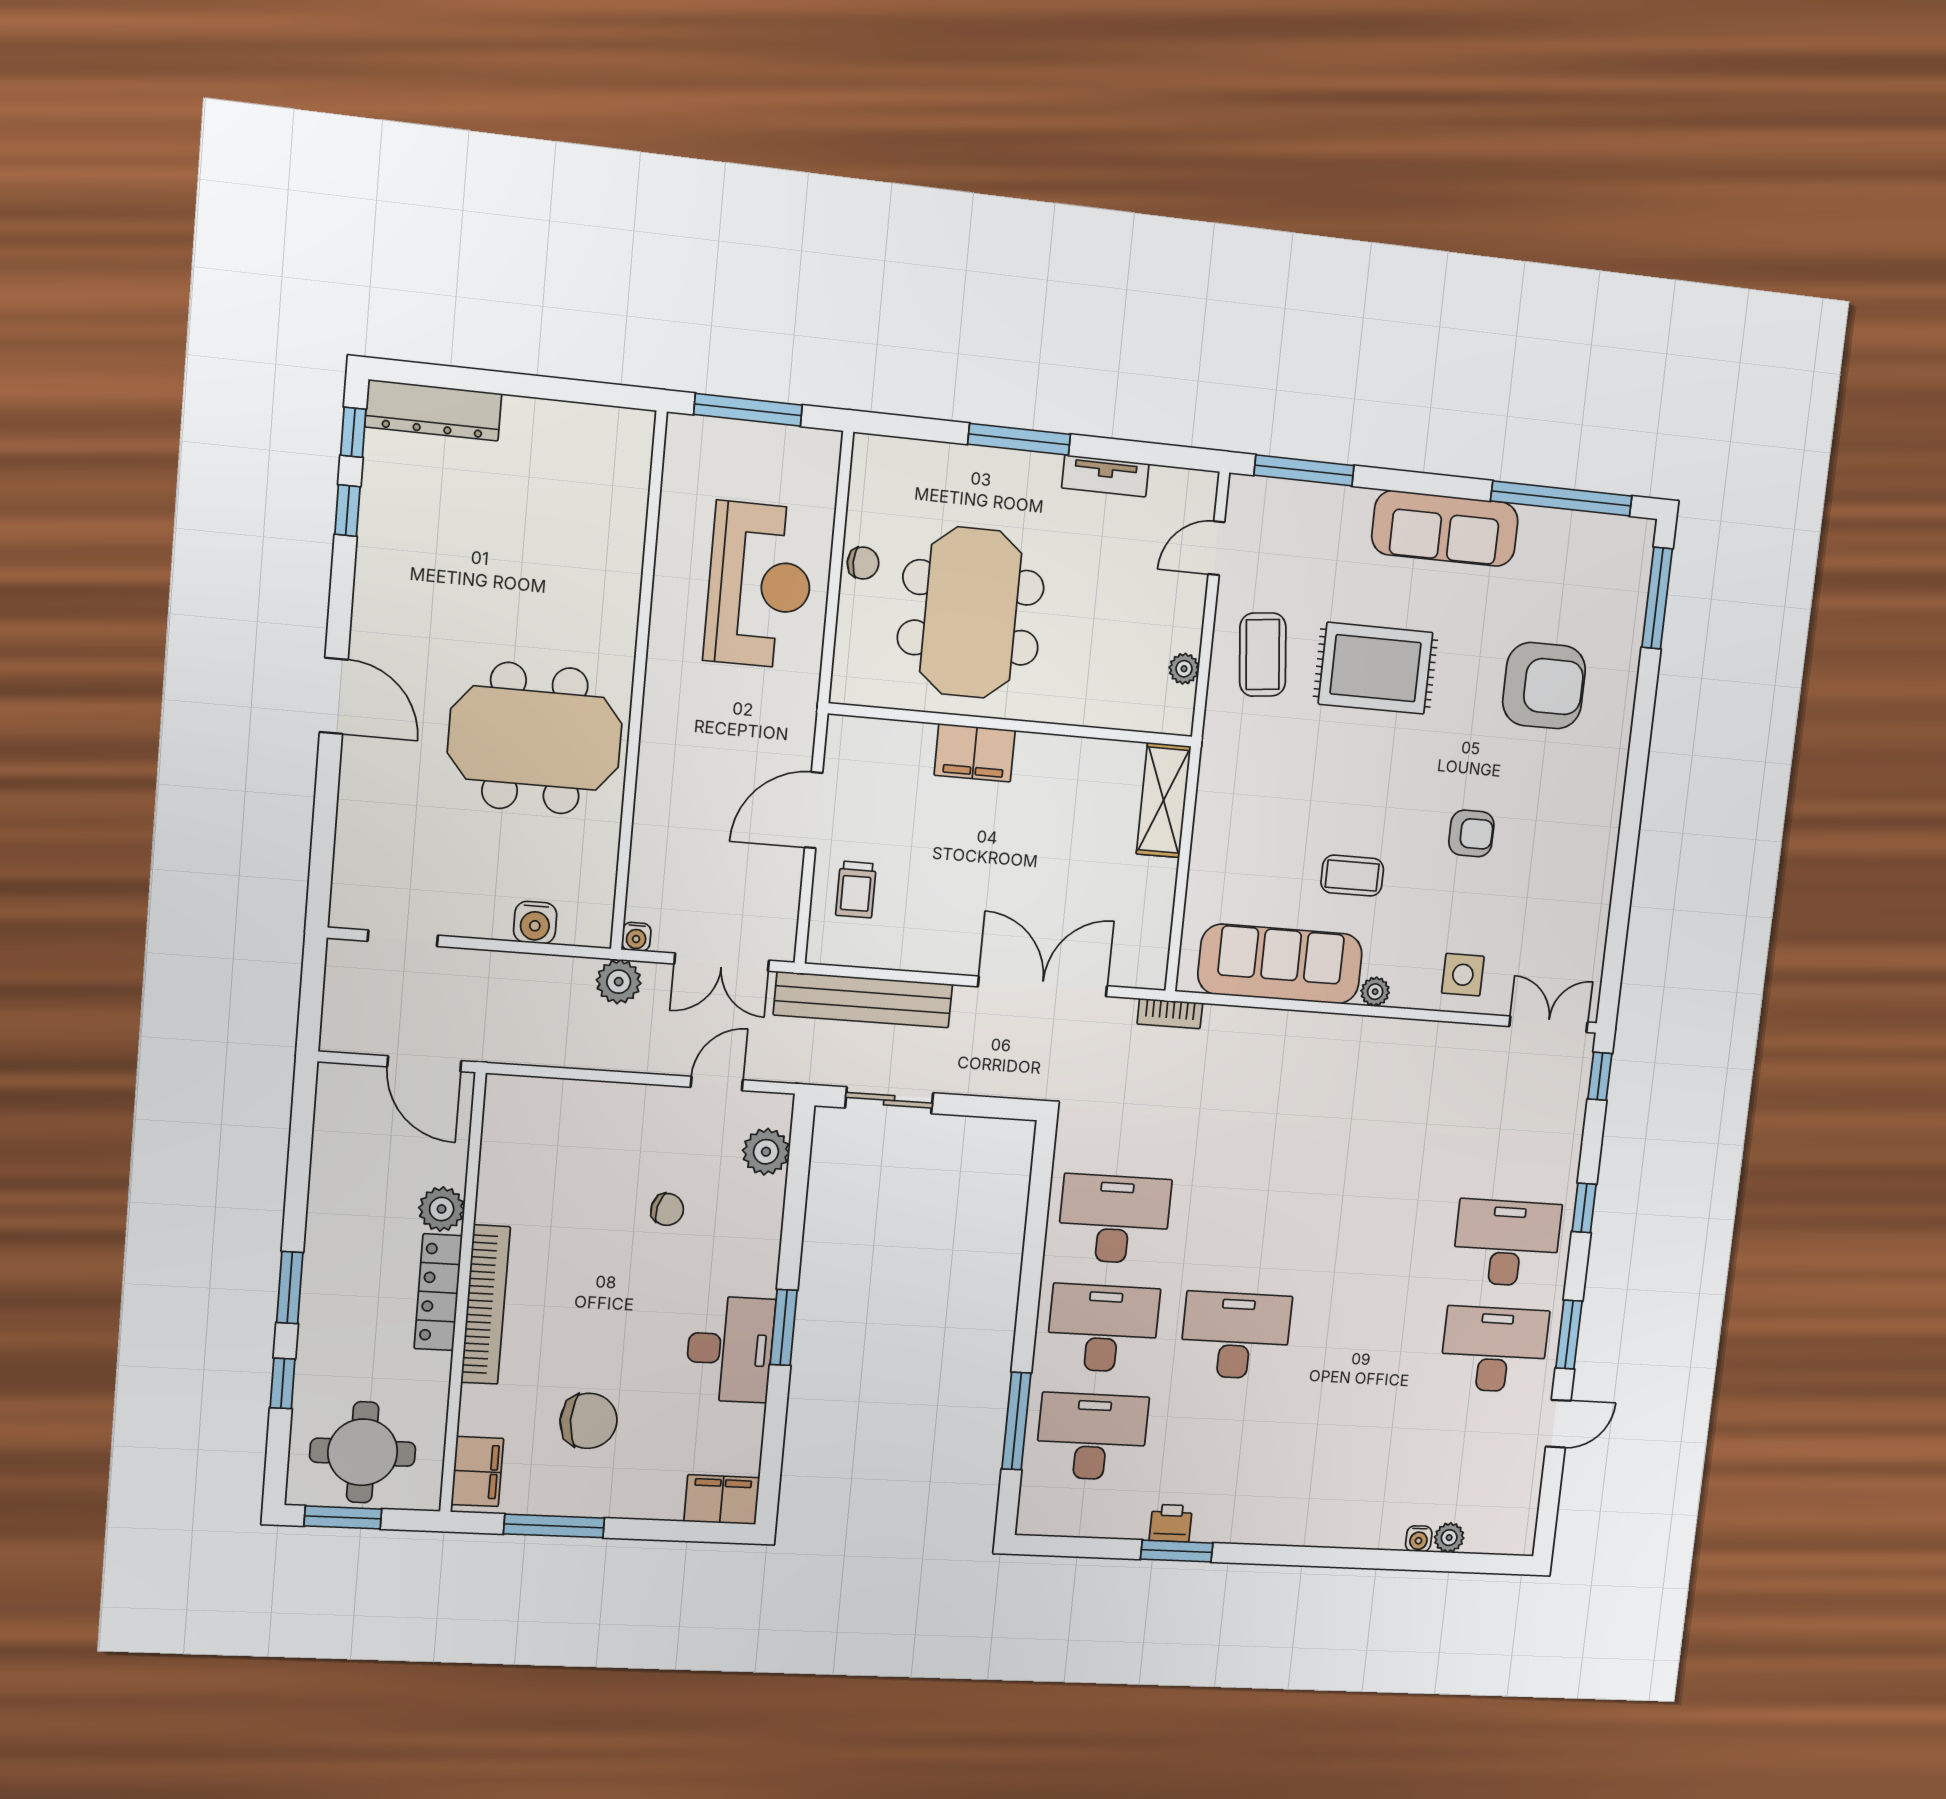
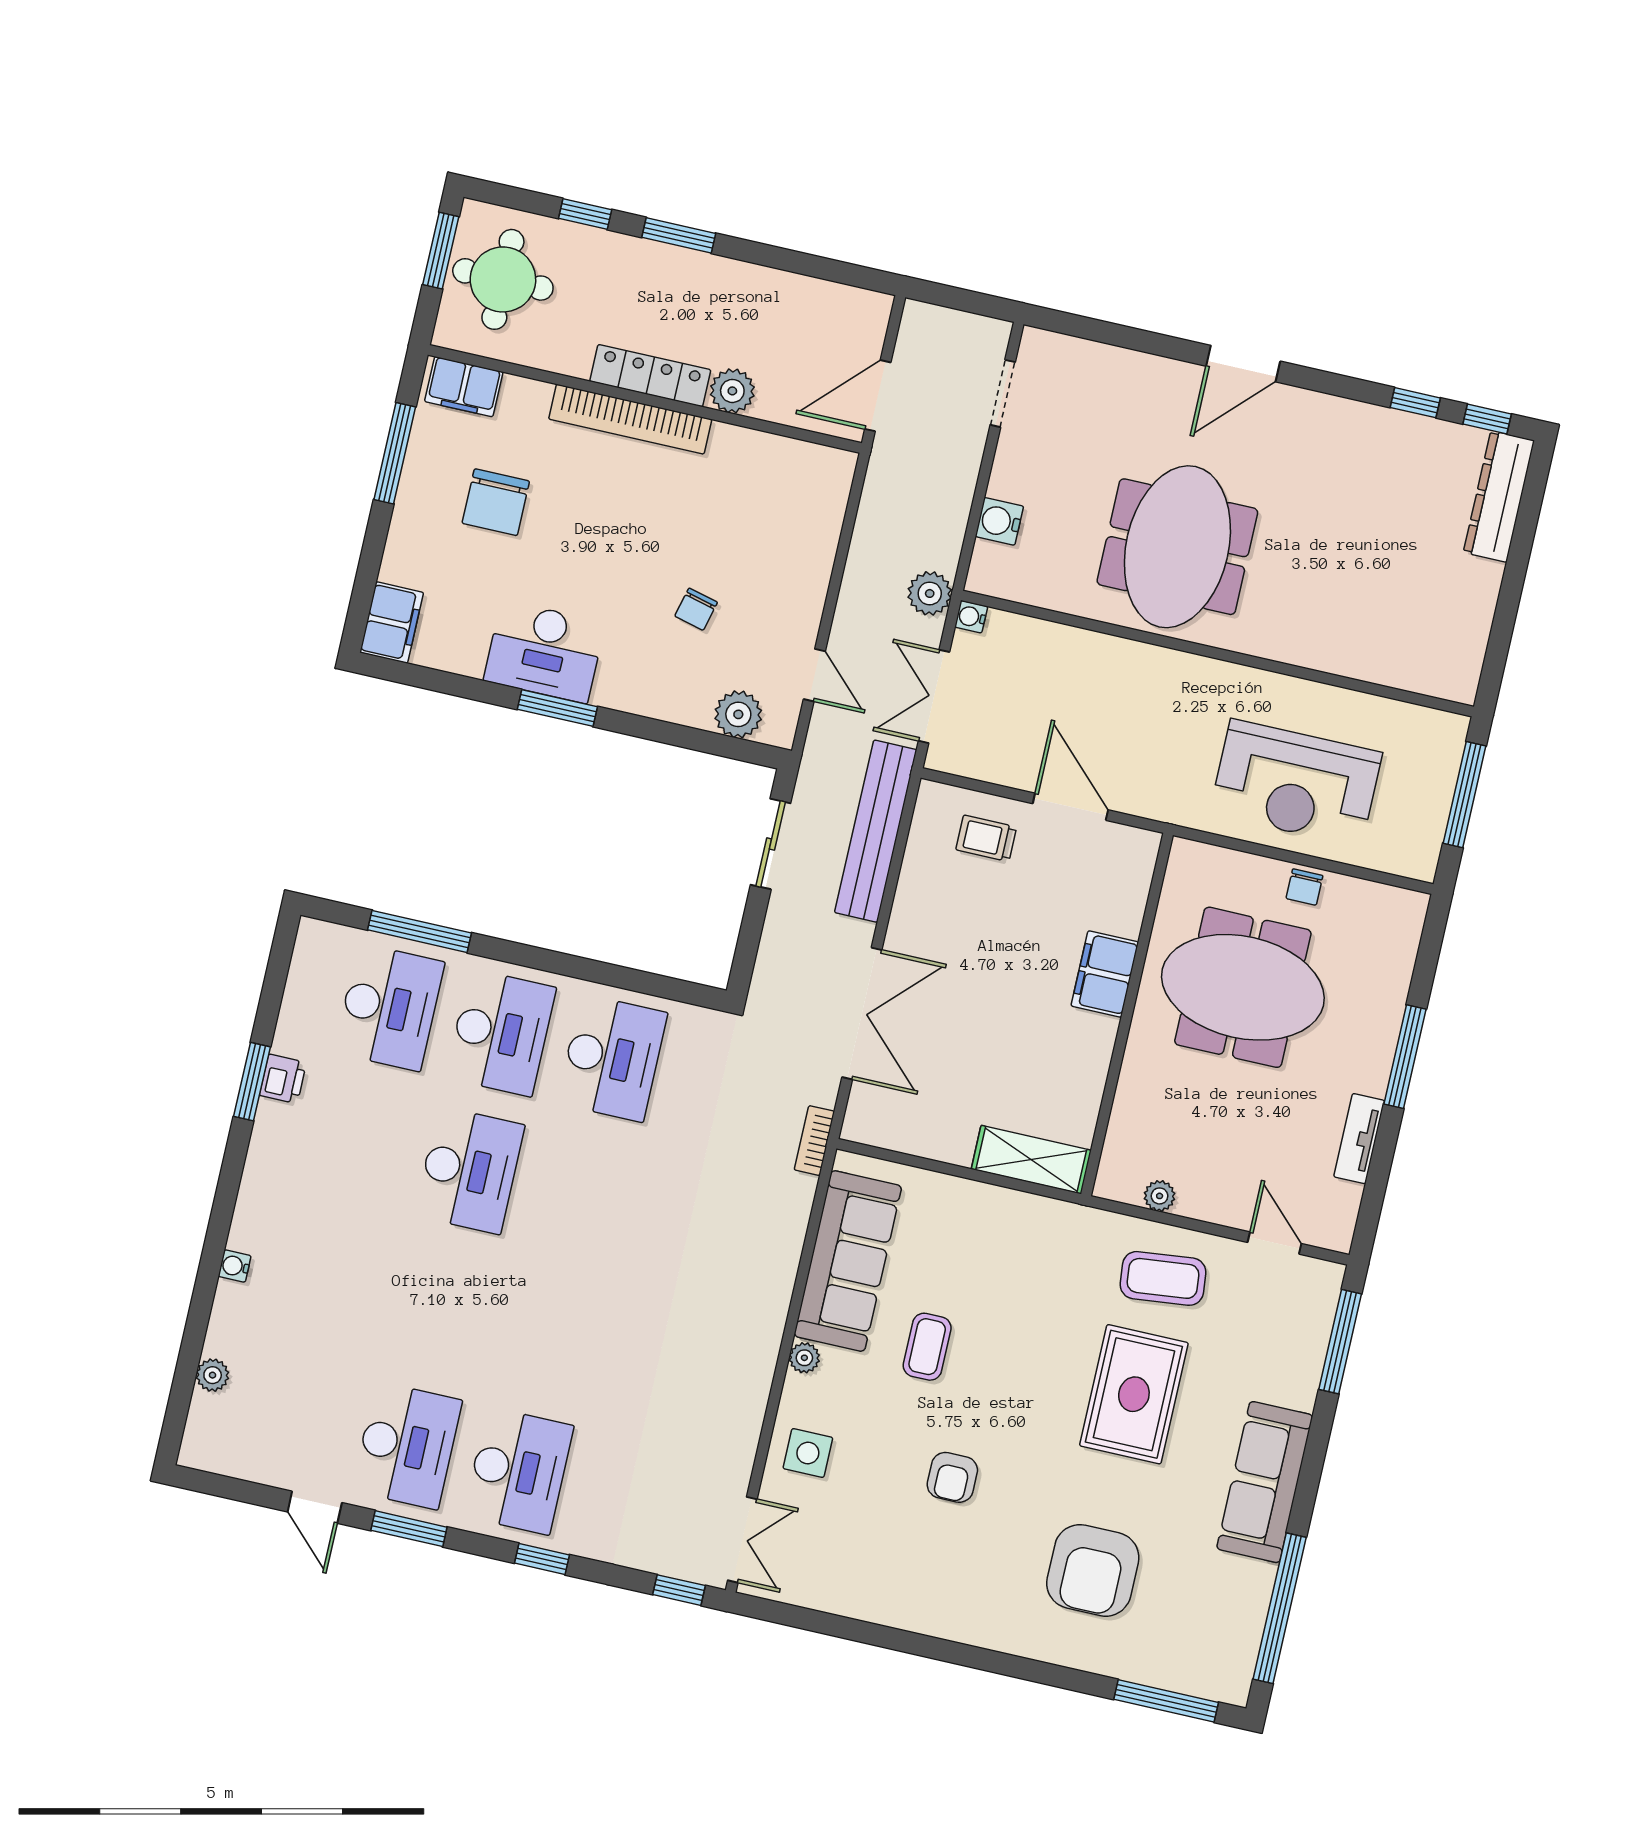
water cooler: (1419, 1539) -> (235, 1266), moved

